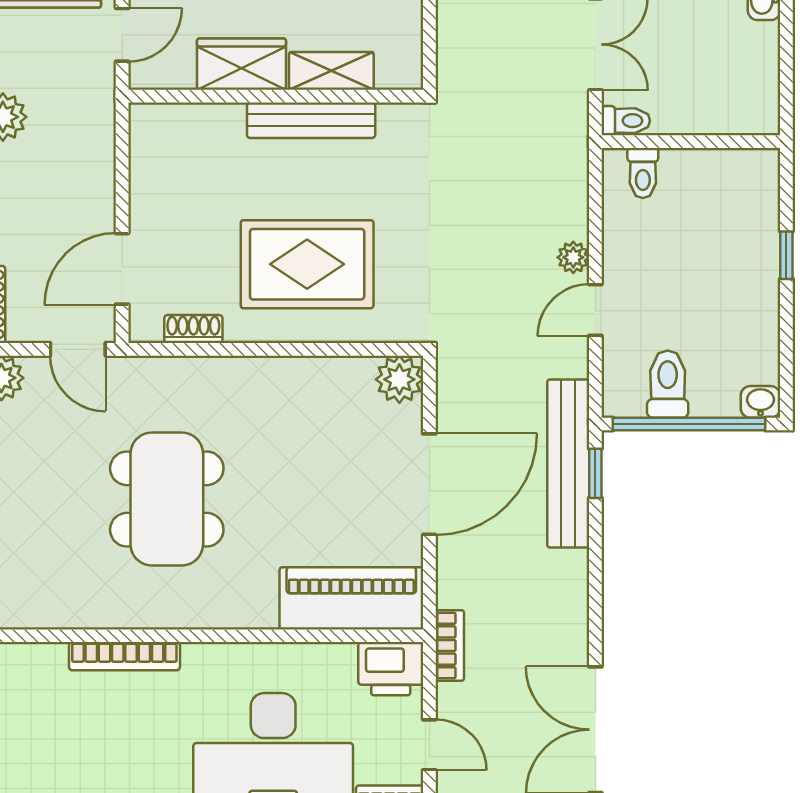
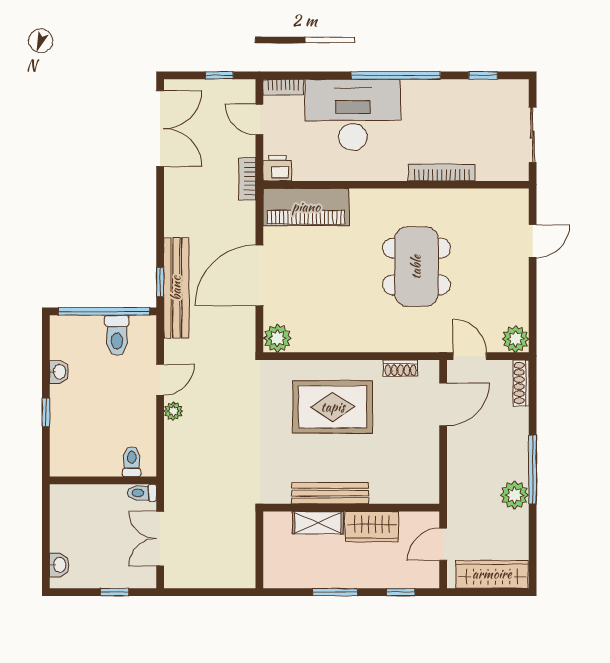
washbasin: (760, 402) -> (59, 372), moved, turned -90
printer: (391, 669) -> (277, 168), width x0.73, depth x0.81

